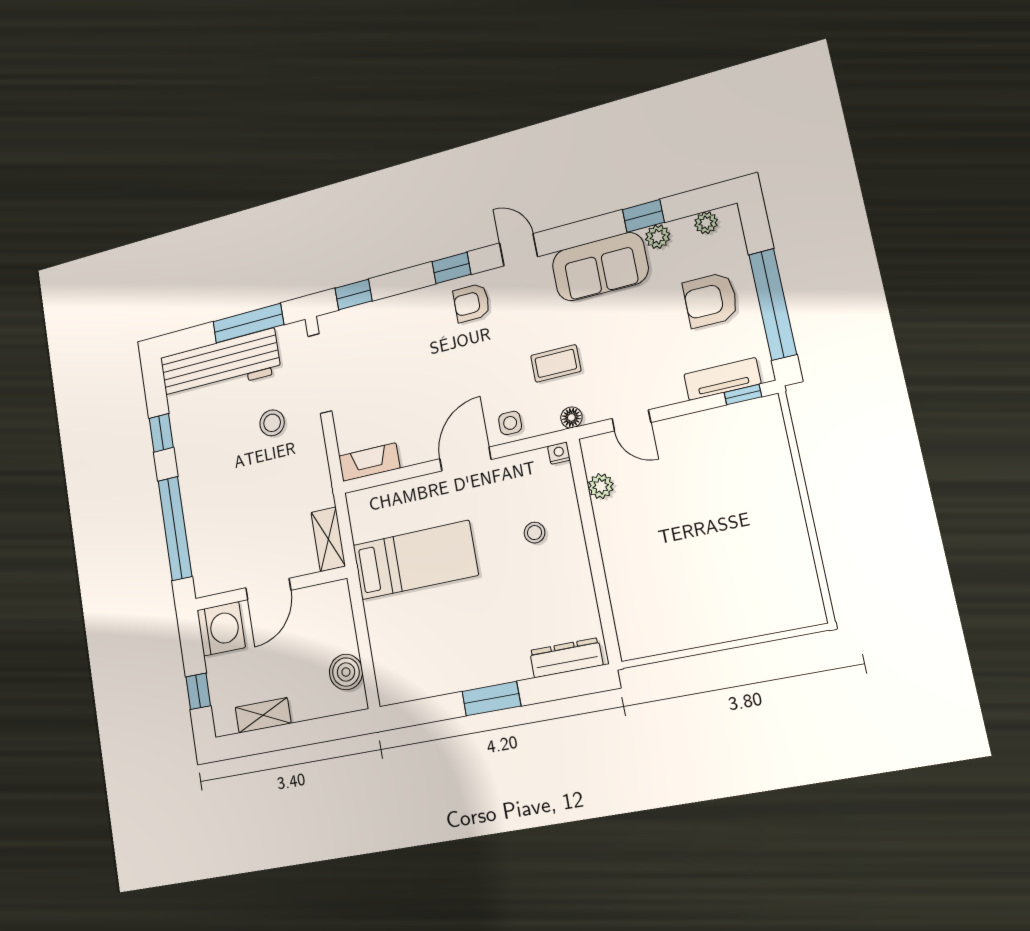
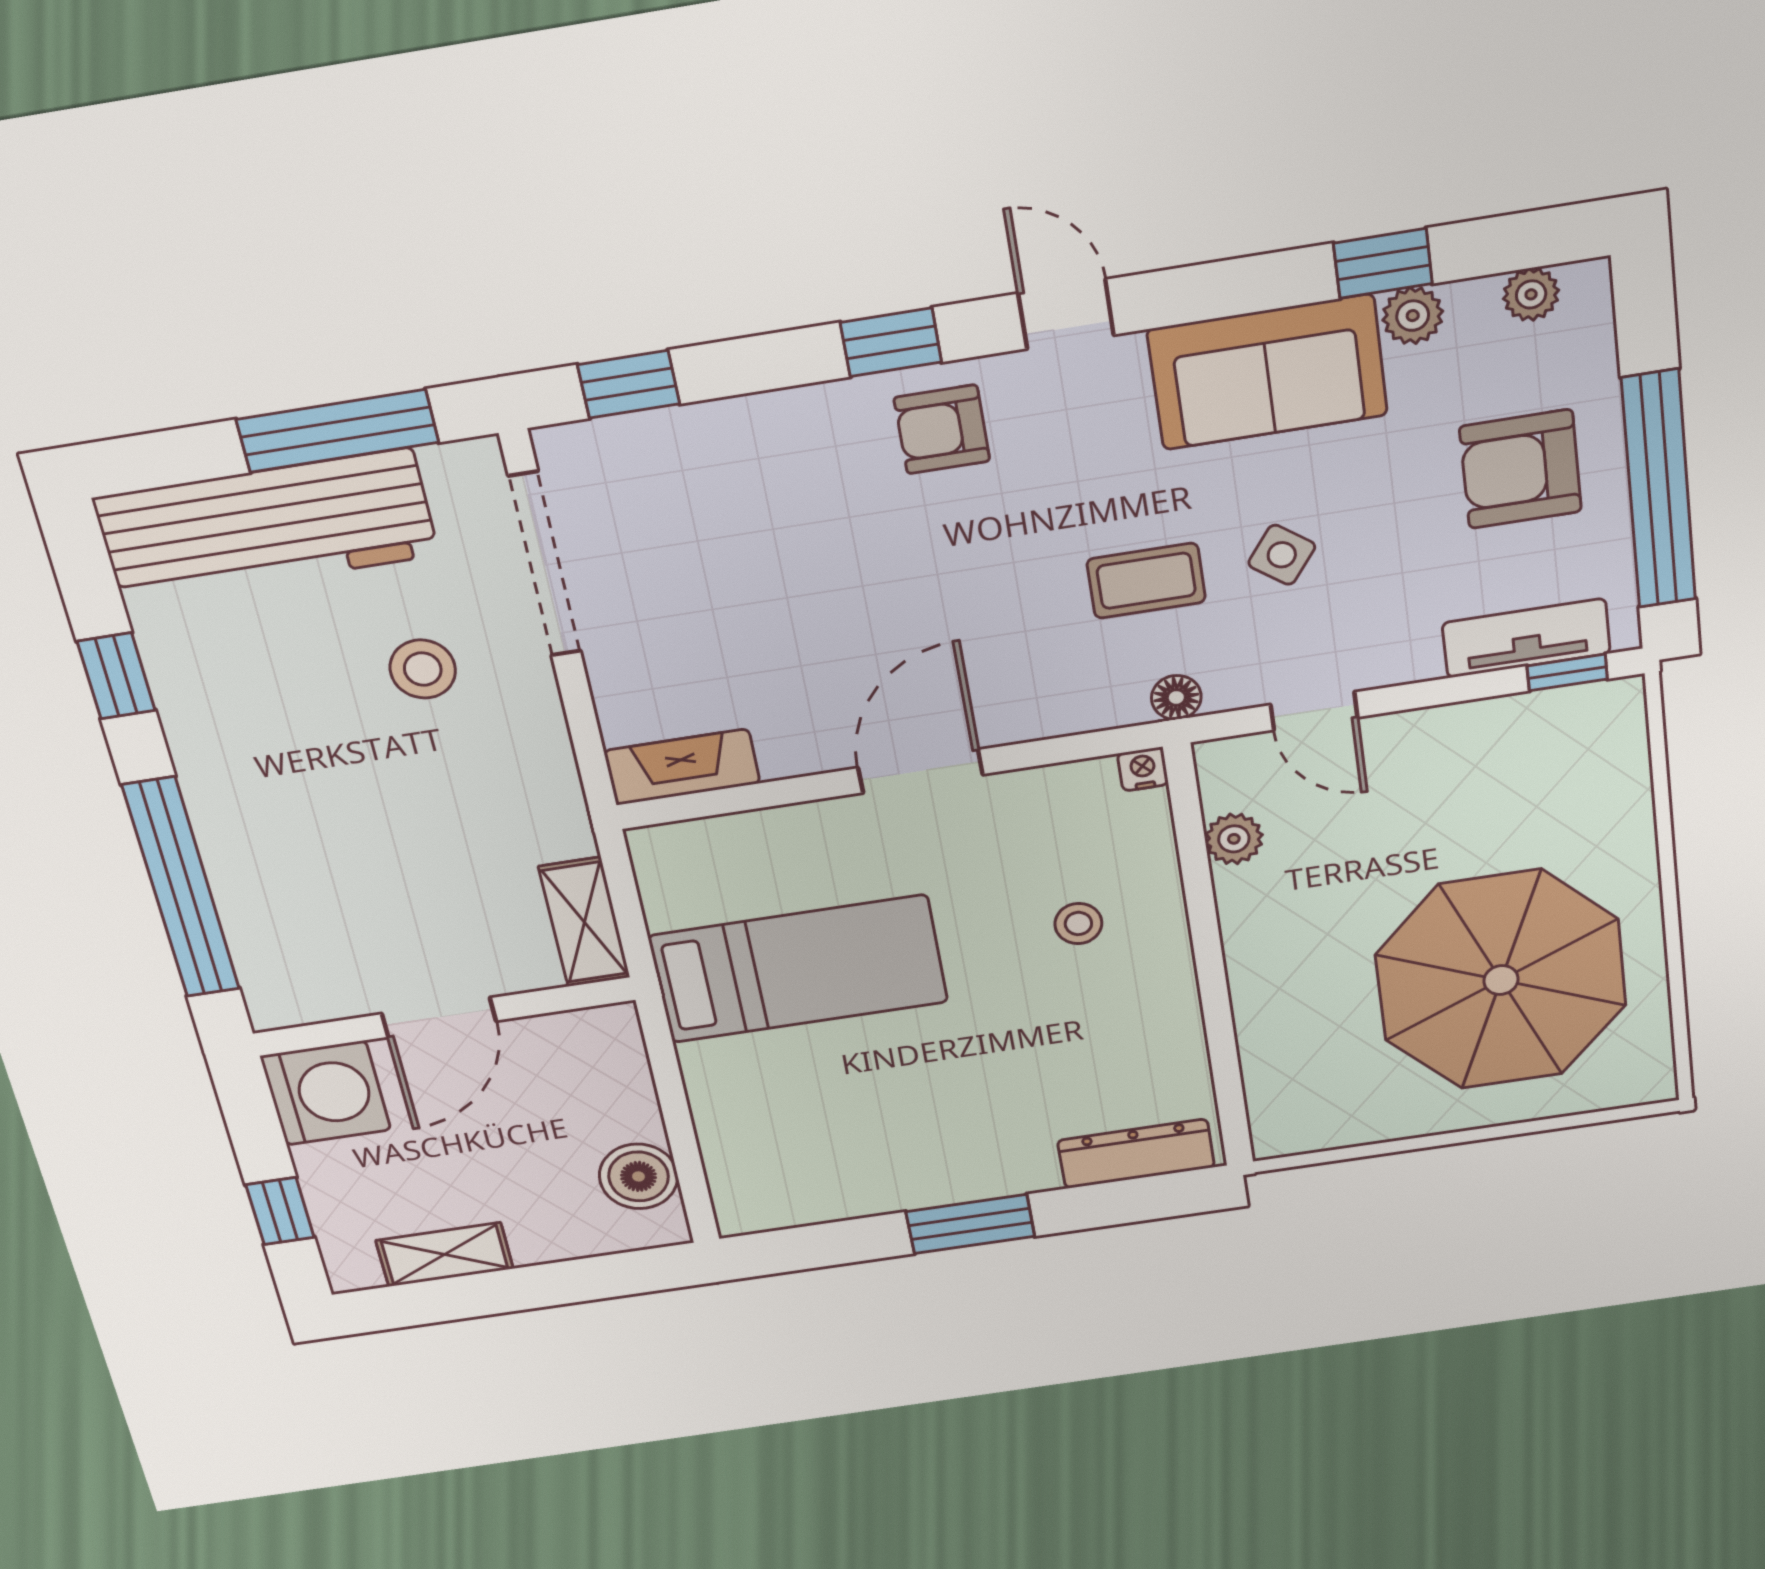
side table: (510, 423) -> (1282, 555), moved, turned 37
parasol: (731, 557) -> (1501, 980), added

